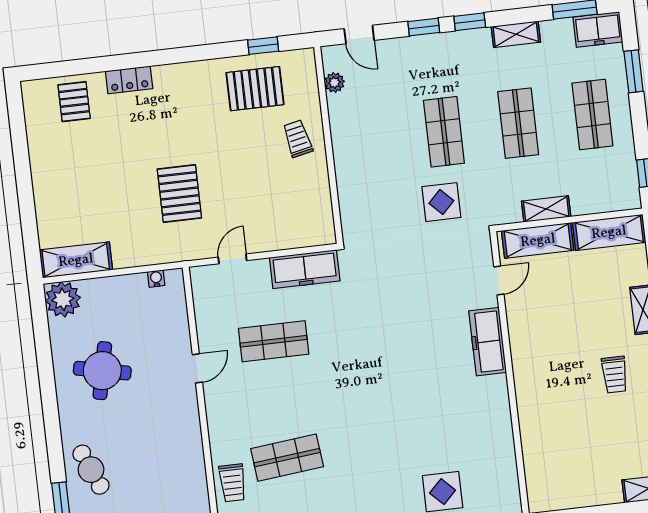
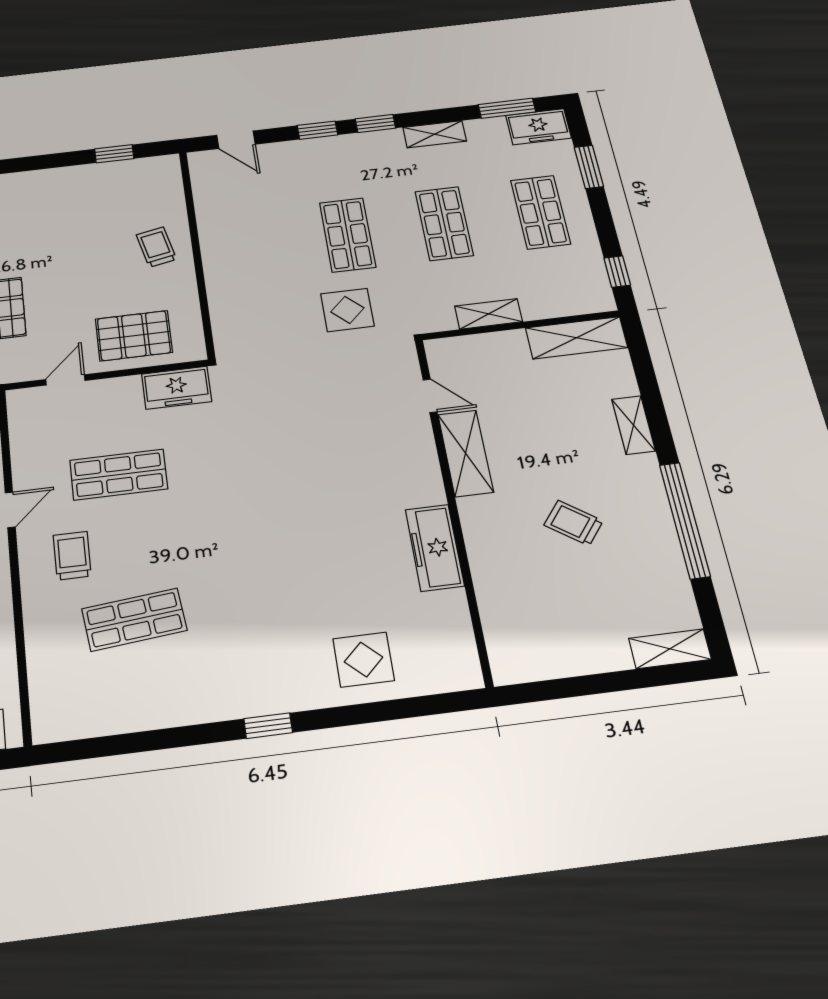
plant: (334, 83) -> (204, 188), removed
pallet: (255, 89) -> (134, 336), moved
shelving: (538, 240) -> (466, 453), moved, turned 90
freezer: (305, 269) -> (177, 388), width x0.71
door: (499, 280) -> (430, 396), hinge flipped
freezer: (488, 342) -> (435, 548), moved
trolley: (615, 375) -> (574, 523), moved, turned 127
trolley: (232, 483) -> (72, 556), moved, turned 180

